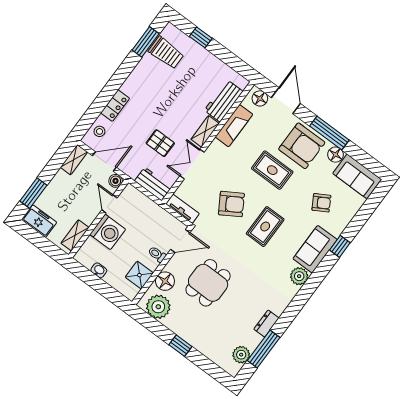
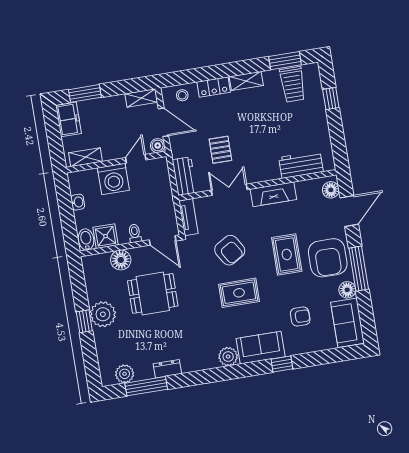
fireplace: (234, 126) -> (273, 194), moved
shelving: (205, 131) -> (246, 81), moved
armchair: (321, 203) -> (300, 317), turned -60
bidet: (129, 290) -> (86, 239), added
plant: (158, 307) -> (103, 314), moved

